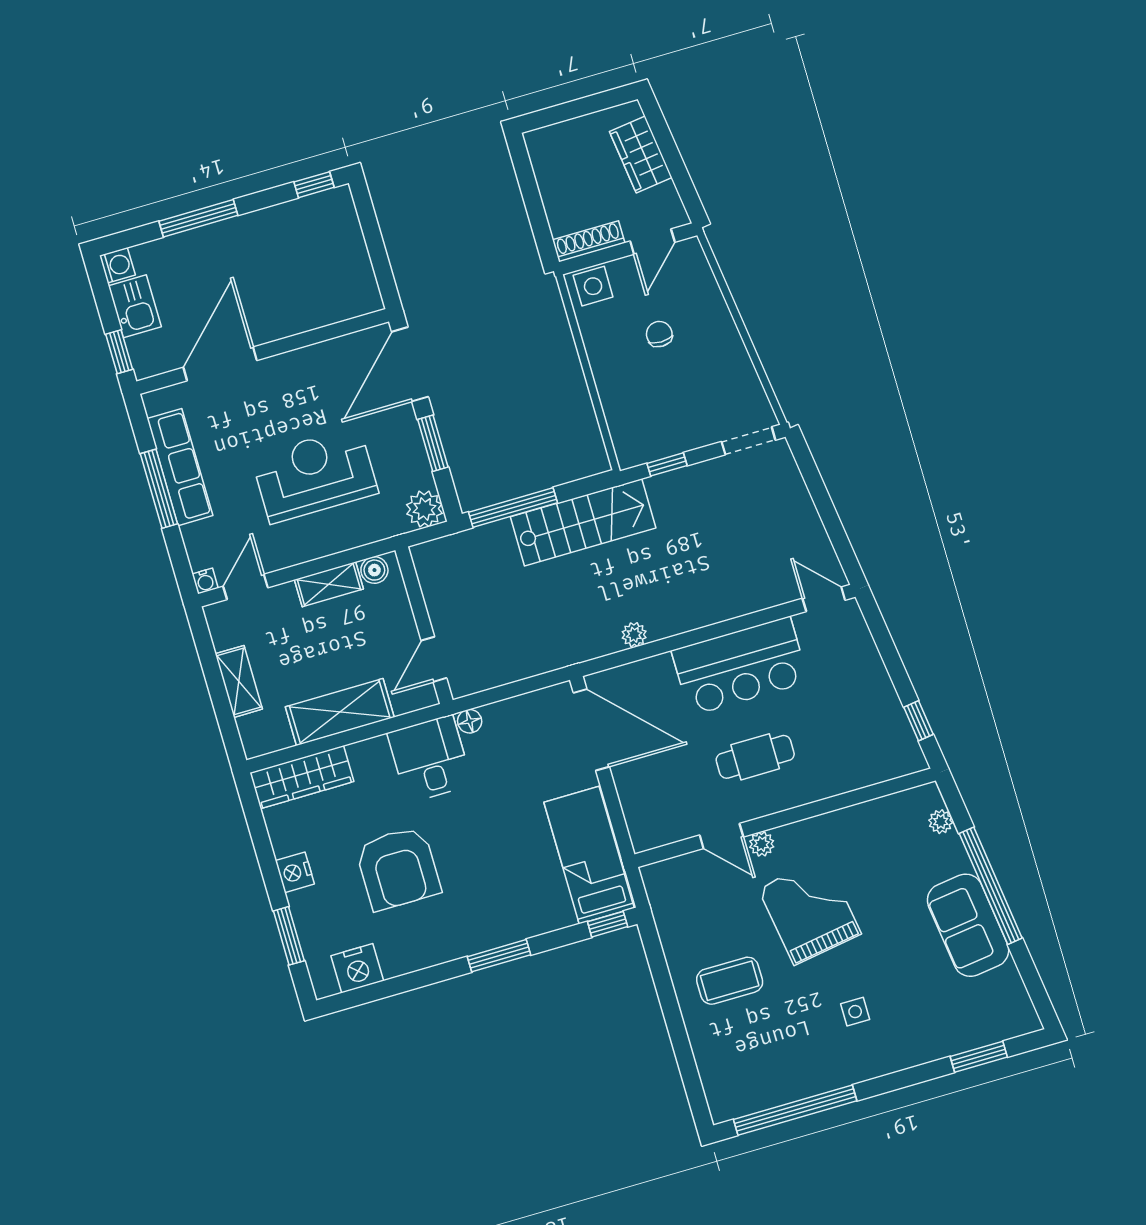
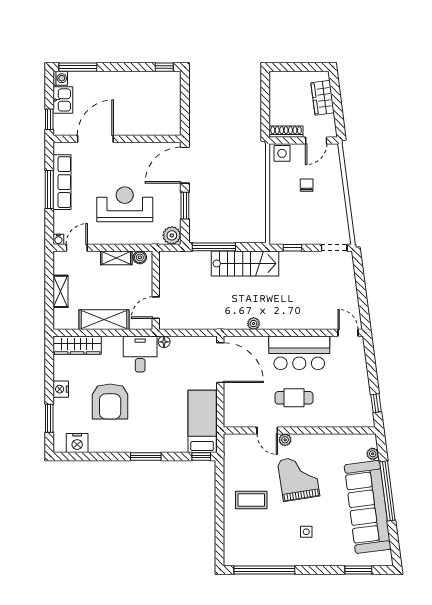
window: (198, 218) -> (78, 67), moved
sofa: (968, 925) -> (368, 507), width x1.85, depth x1.27

